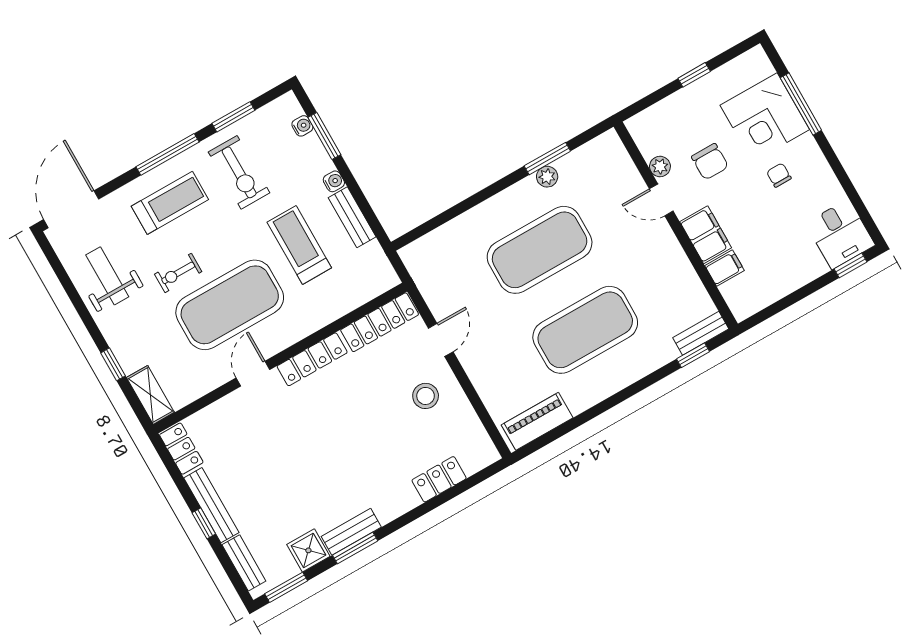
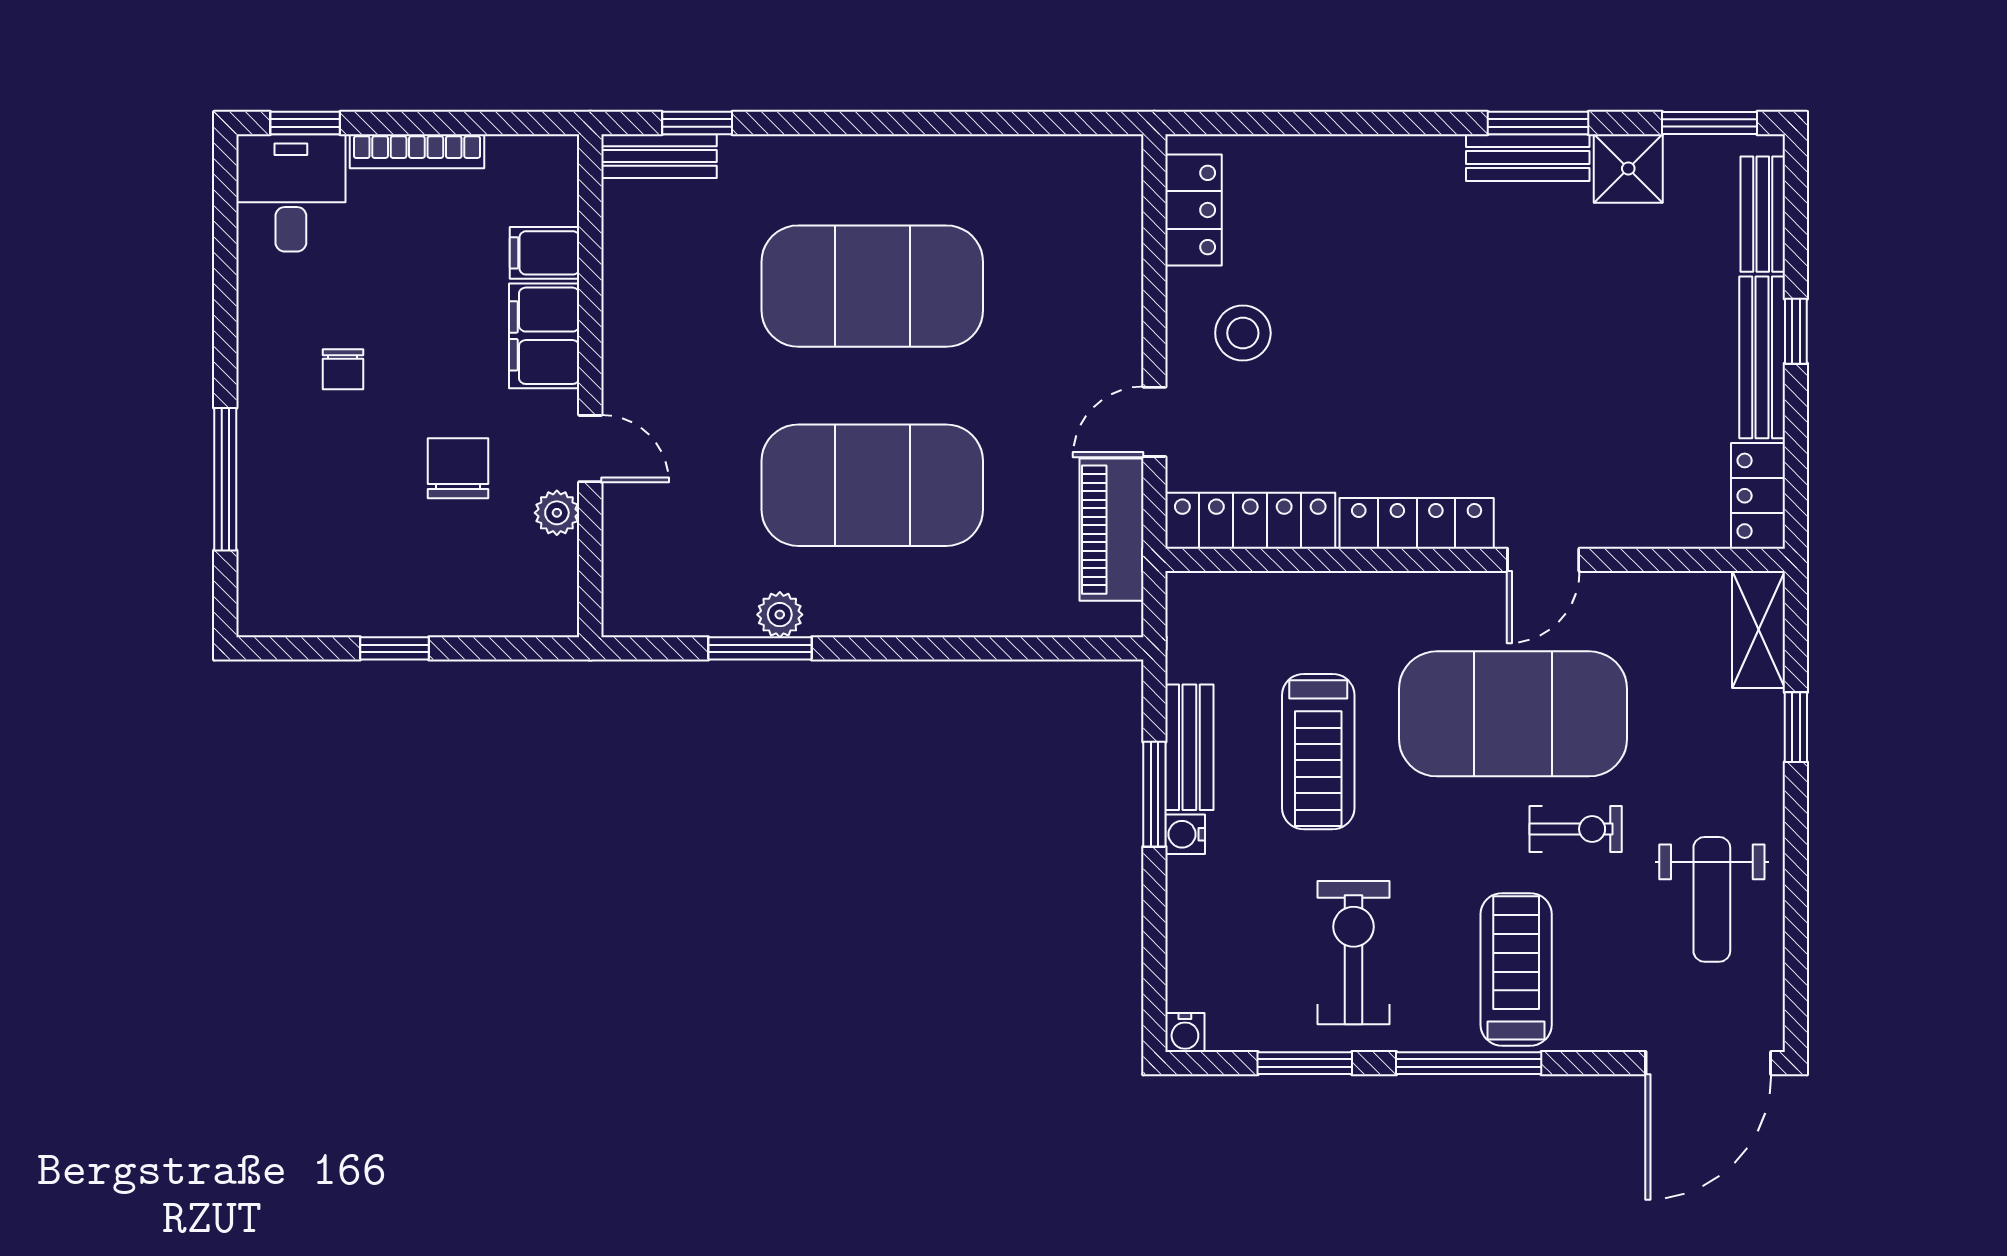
corner desk: (765, 117) -> (307, 493), removed
water cooler: (302, 126) -> (1185, 1033), moved, turned -90
window: (324, 136) -> (1154, 794), moved
treadmill: (170, 203) -> (1516, 969), turned 90
bookcase: (799, 280) -> (417, 151), added
piano: (537, 421) -> (1111, 530), moved, turned 90
locker: (439, 479) -> (1194, 210), moved, turned -90

